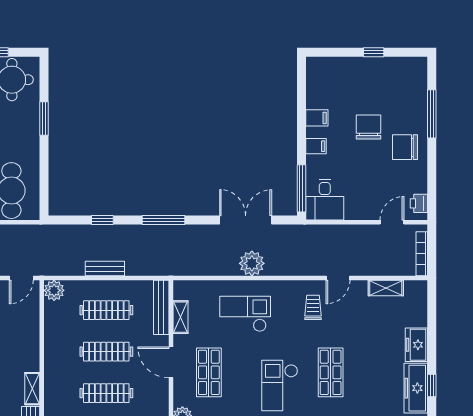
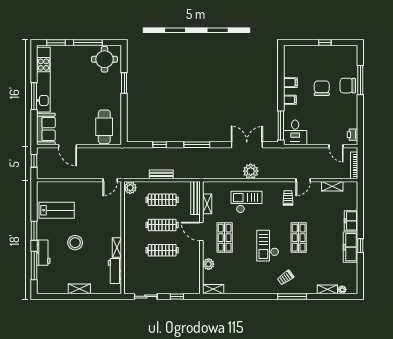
chair: (405, 147) -> (348, 86), moved
door: (392, 222) -> (336, 146), swing flipped

